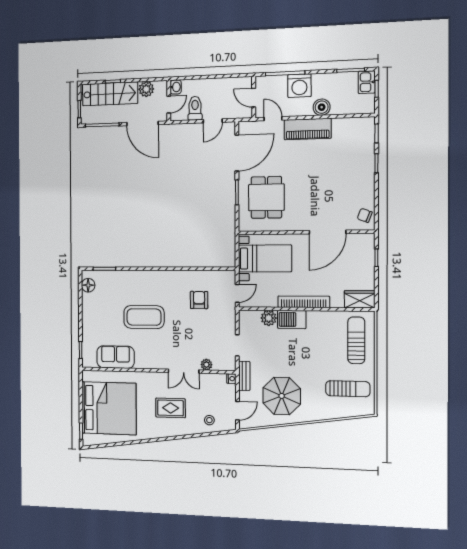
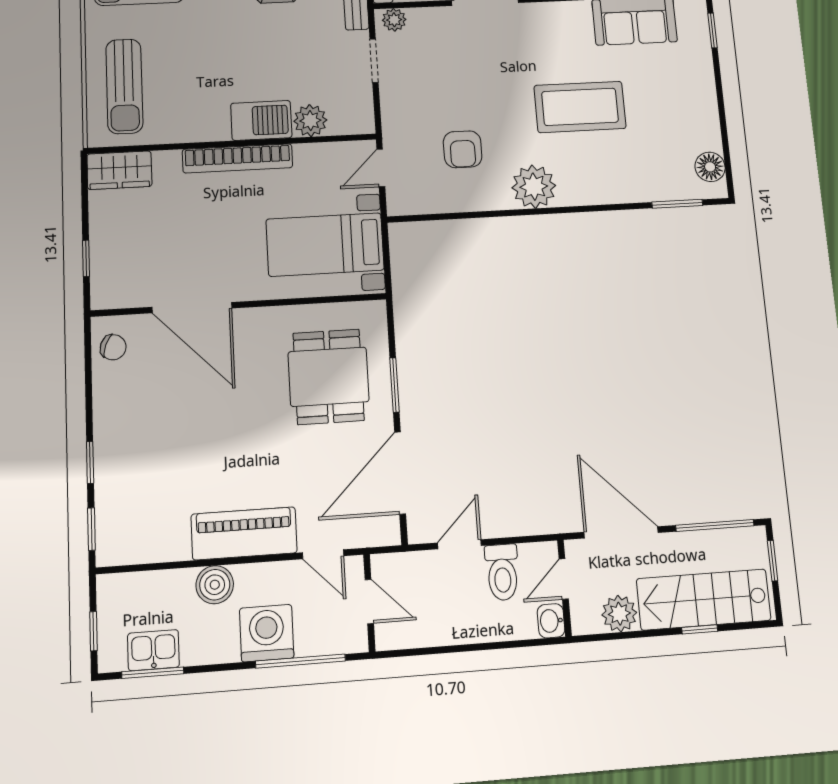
kitchen sink: (367, 82) -> (153, 650), moved, turned -90
door: (328, 232) -> (192, 308), swing flipped
plant: (168, 280) -> (534, 187), added
plant: (206, 365) -> (394, 20), moved

